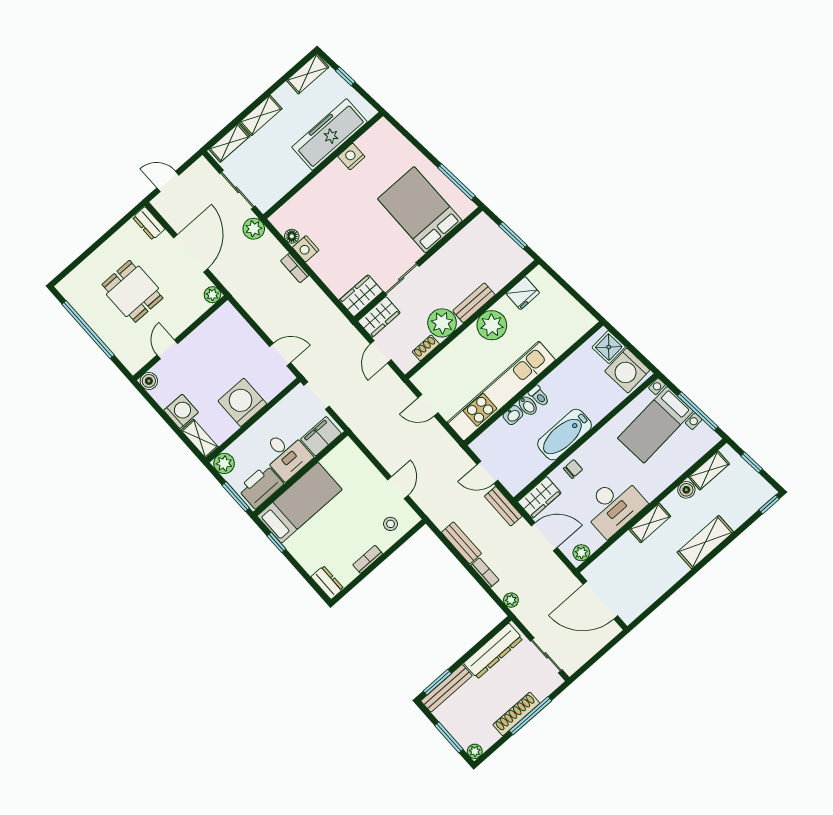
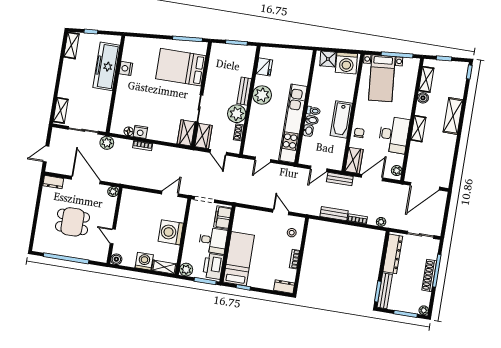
shelving: (261, 115) -> (65, 84), removed

